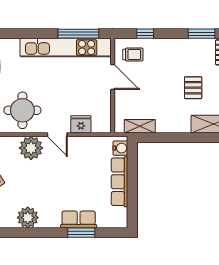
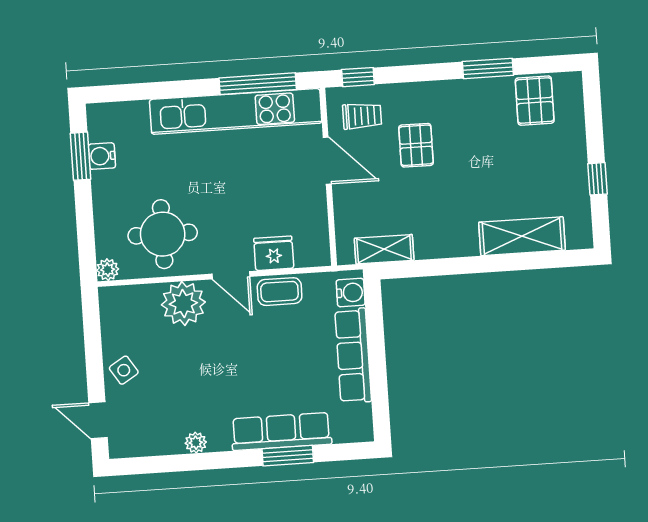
window: (145, 34) -> (358, 77), moved
pallet: (193, 88) -> (416, 145), moved
coffee table: (83, 145) -> (280, 292), added
plant: (28, 218) -> (196, 443), width x0.53, depth x0.53
row of seats: (79, 220) -> (281, 431), width x1.48

